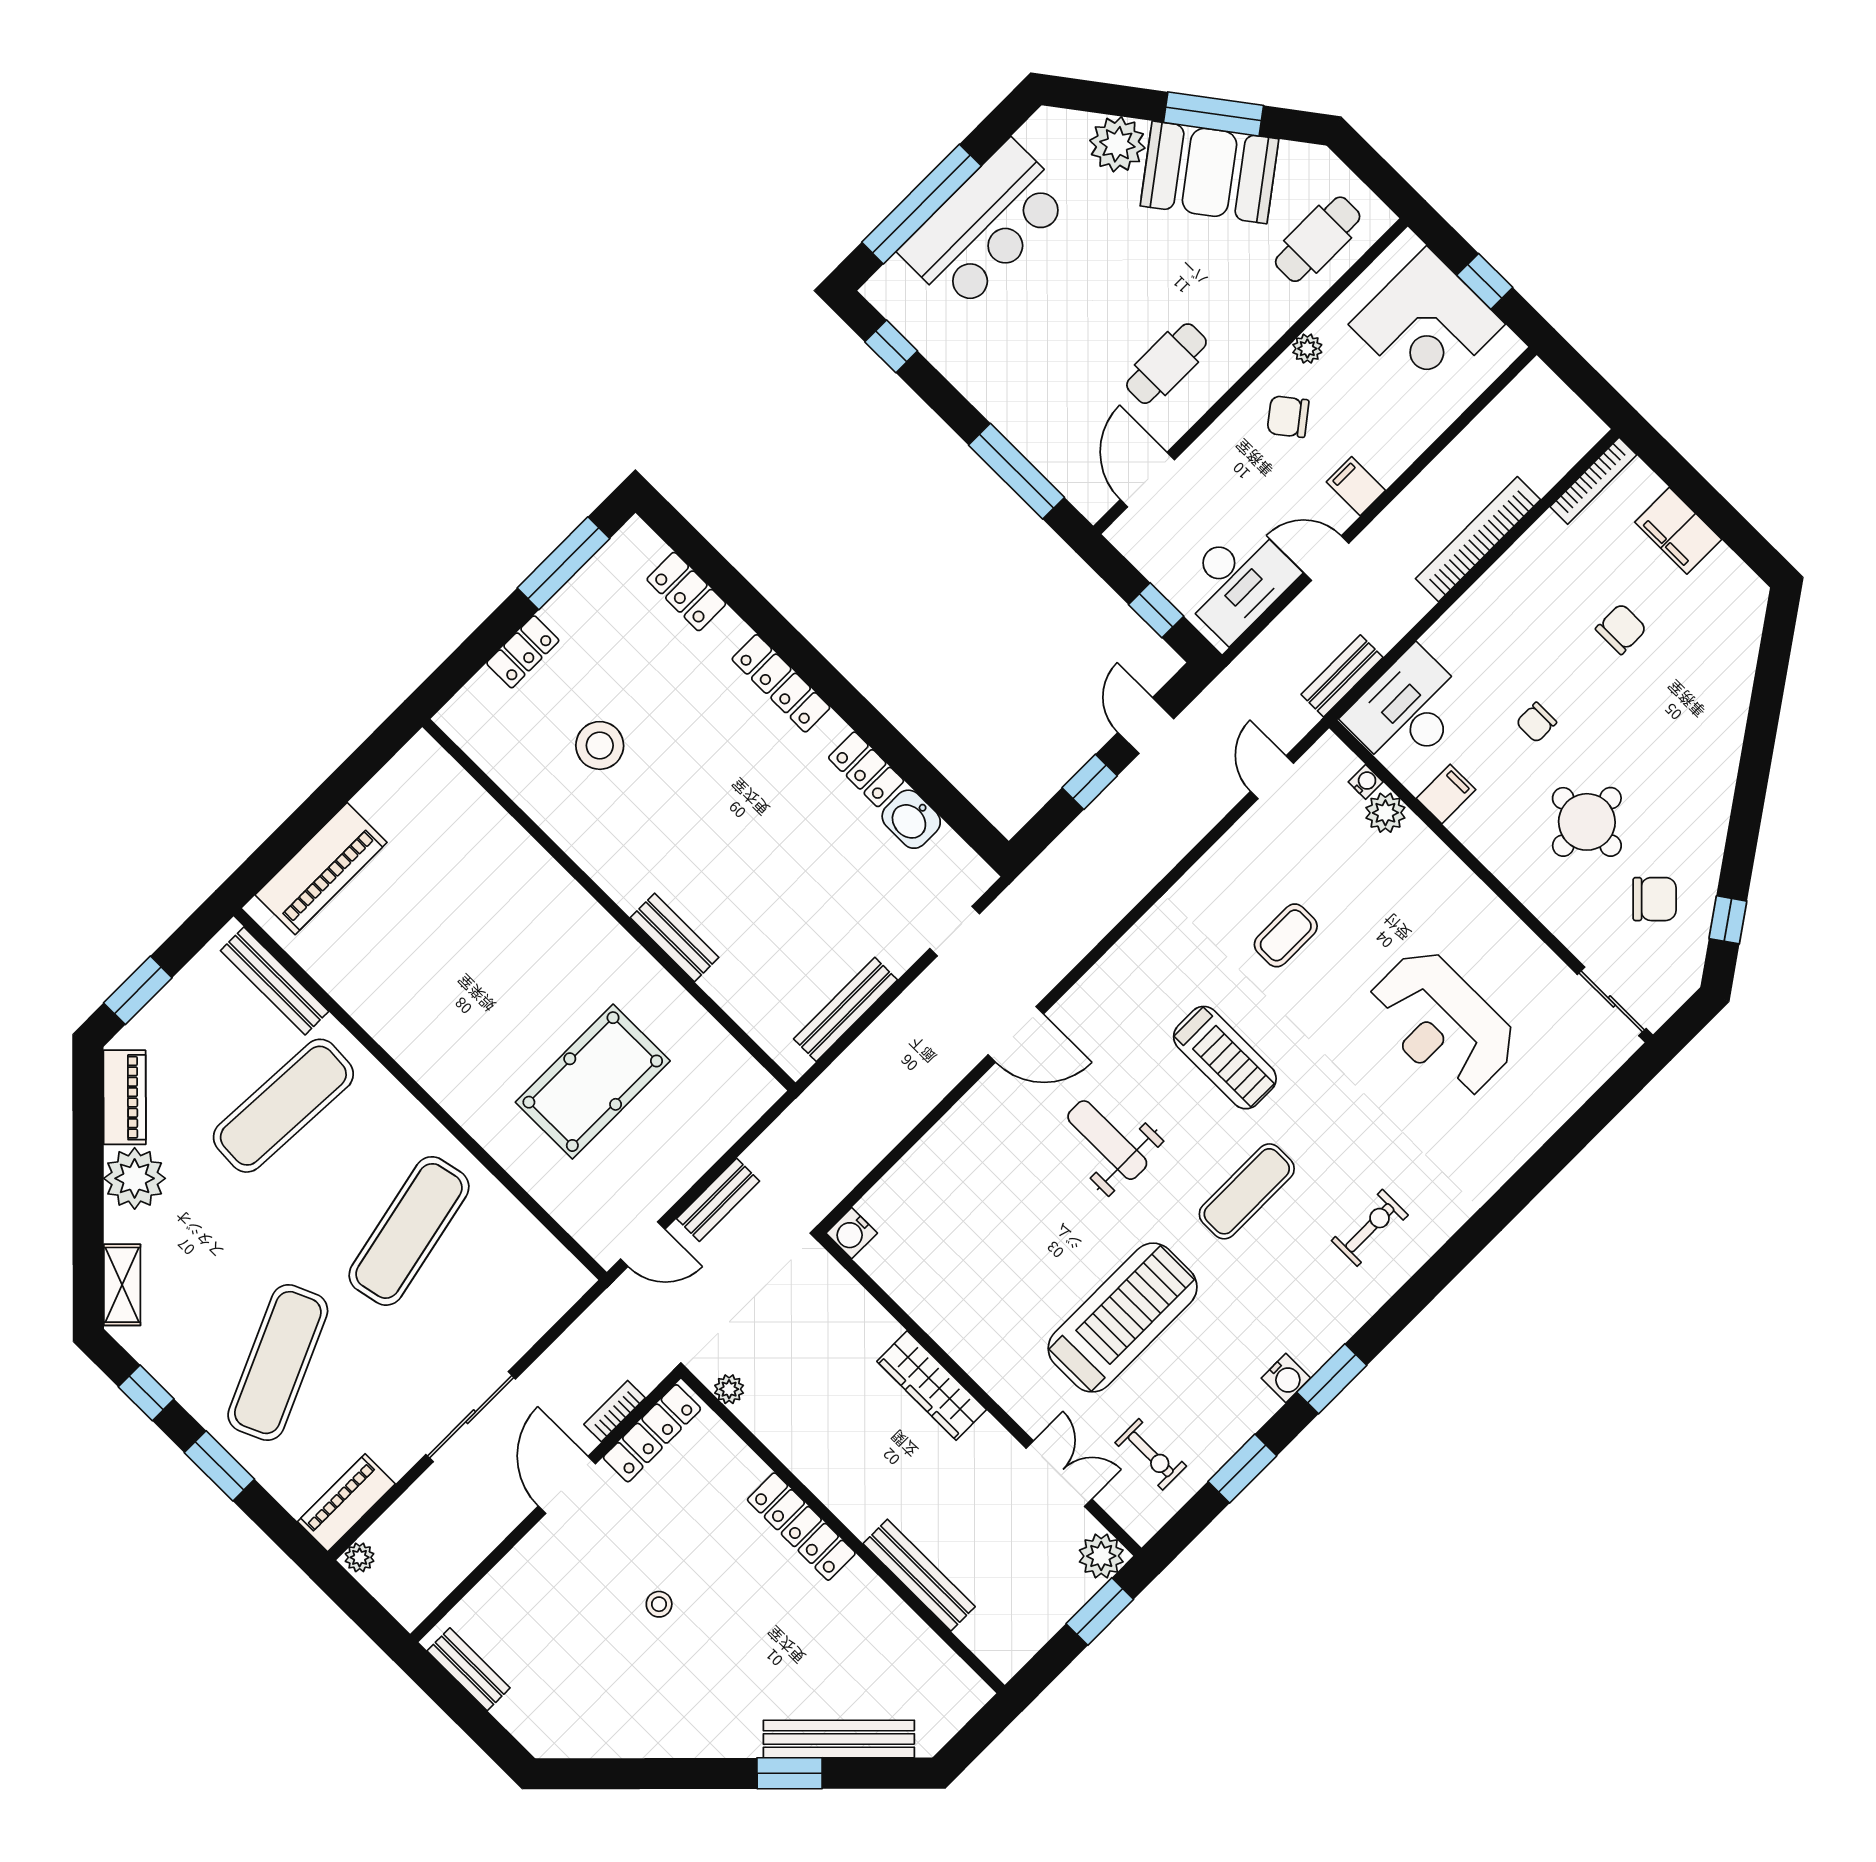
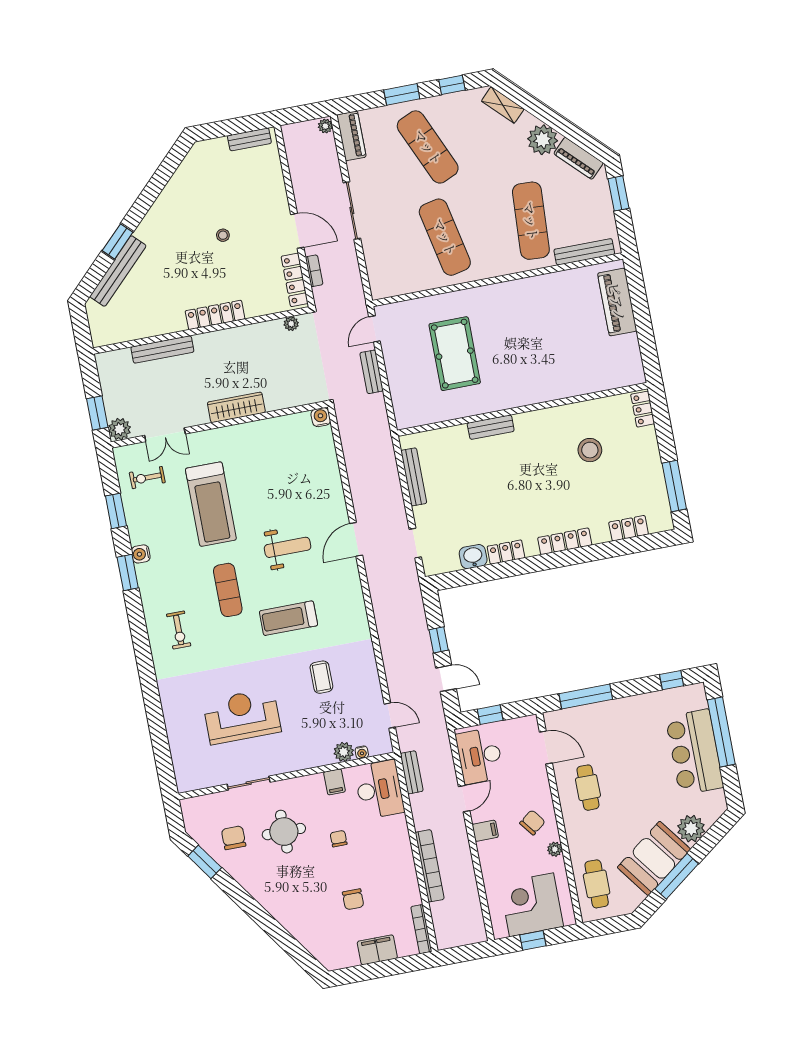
locker: (523, 652) -> (643, 409), moved
chair: (1655, 899) -> (234, 838), turned 135
window: (1728, 920) -> (205, 862), width x1.50
sliding door: (1612, 1001) -> (249, 783), moved

